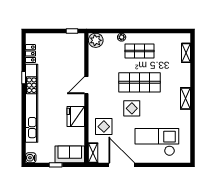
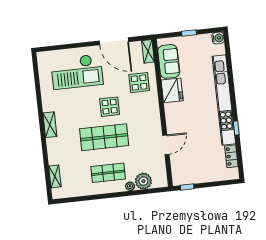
plant: (96, 40) -> (143, 181), moved
door: (86, 85) -> (166, 145), moved
sofa: (70, 154) -> (169, 61), moved, turned -90

